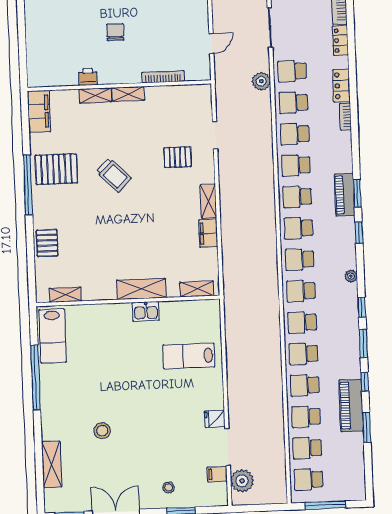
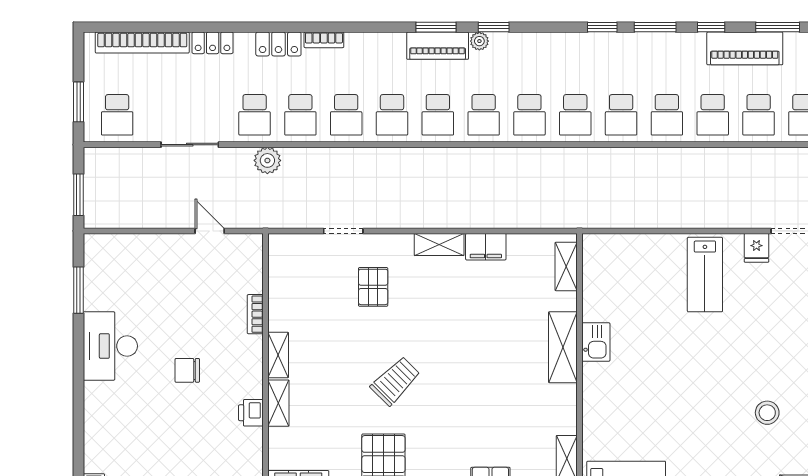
bookcase: (163, 77) -> (255, 314), width x0.64
plant: (351, 276) -> (479, 41), moved
lab bench: (189, 356) -> (705, 275), moved

